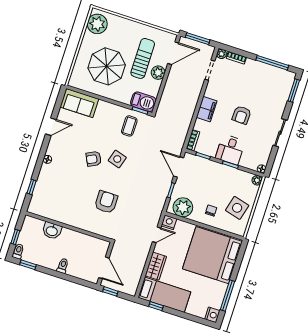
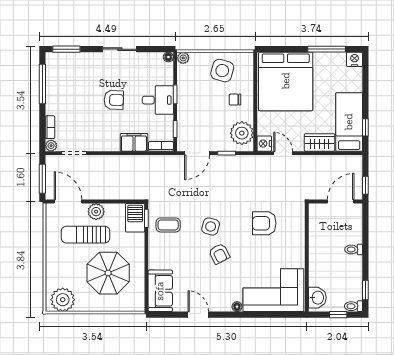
filing cabinet: (207, 109) -> (134, 142), moved
window: (32, 187) -> (275, 315), removed
corner sofa: (51, 192) -> (273, 290), added
washbasin: (52, 231) -> (317, 298), moved

